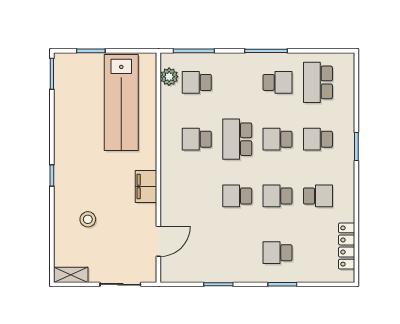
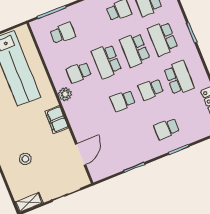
plant: (169, 77) -> (65, 94), moved
school desk: (197, 82) -> (63, 33), turned 180
school desk: (278, 139) -> (135, 50), width x1.85
school desk: (318, 139) -> (163, 39), width x1.85
school desk: (318, 196) -> (179, 78), width x1.85

